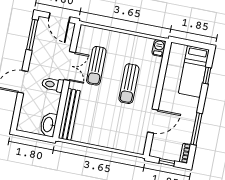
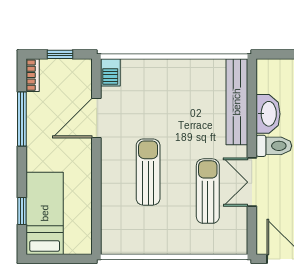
barbecue: (159, 48) -> (110, 72), moved
washbasin: (48, 125) -> (268, 114), moved

